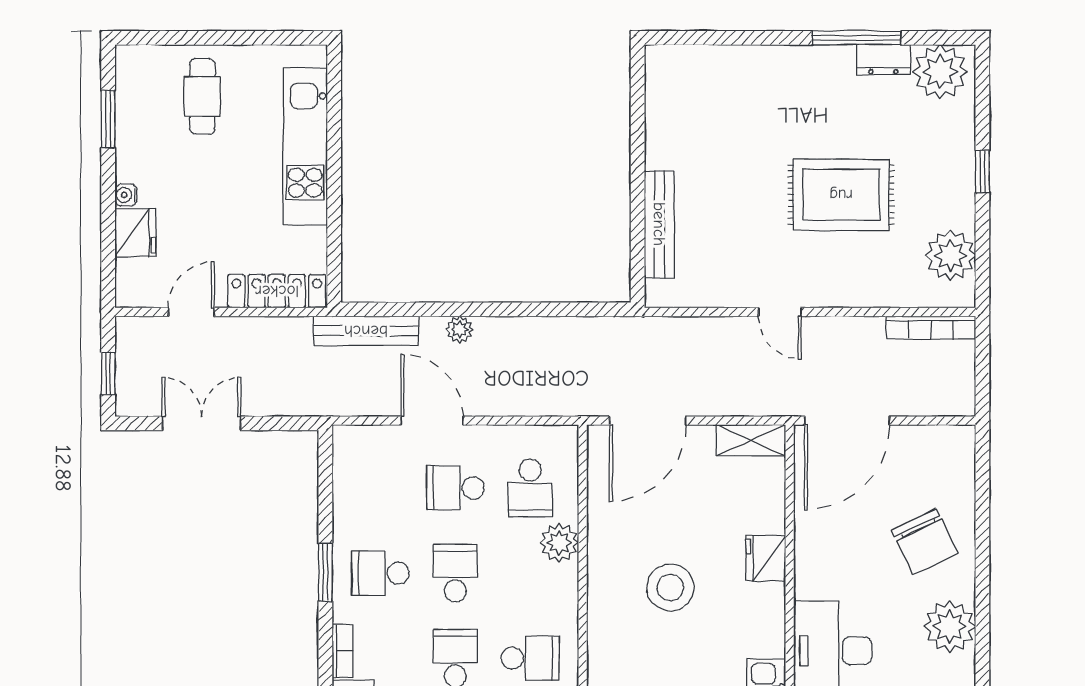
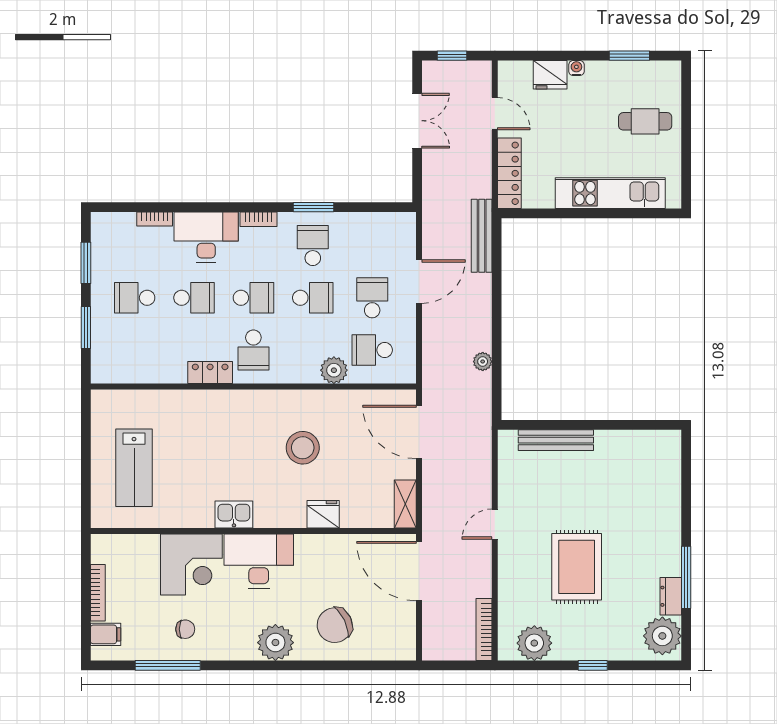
plant: (460, 330) -> (483, 361), moved

